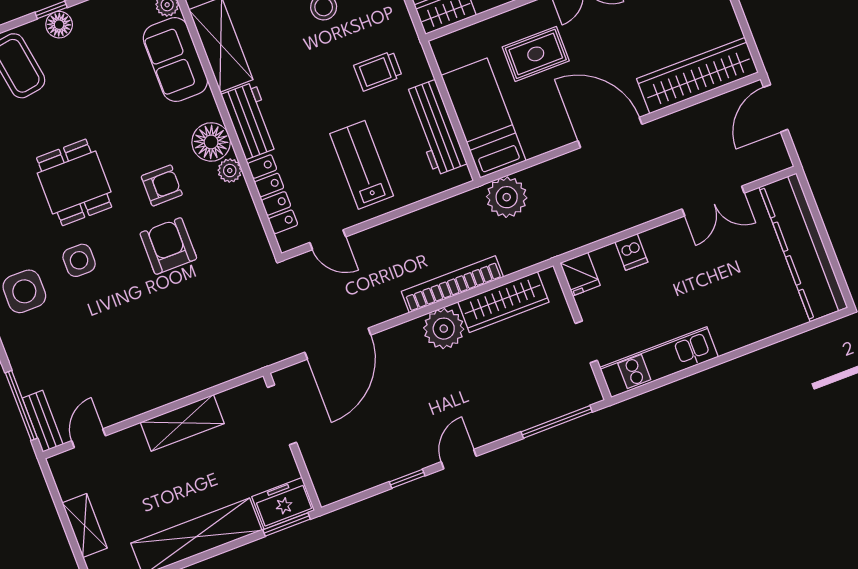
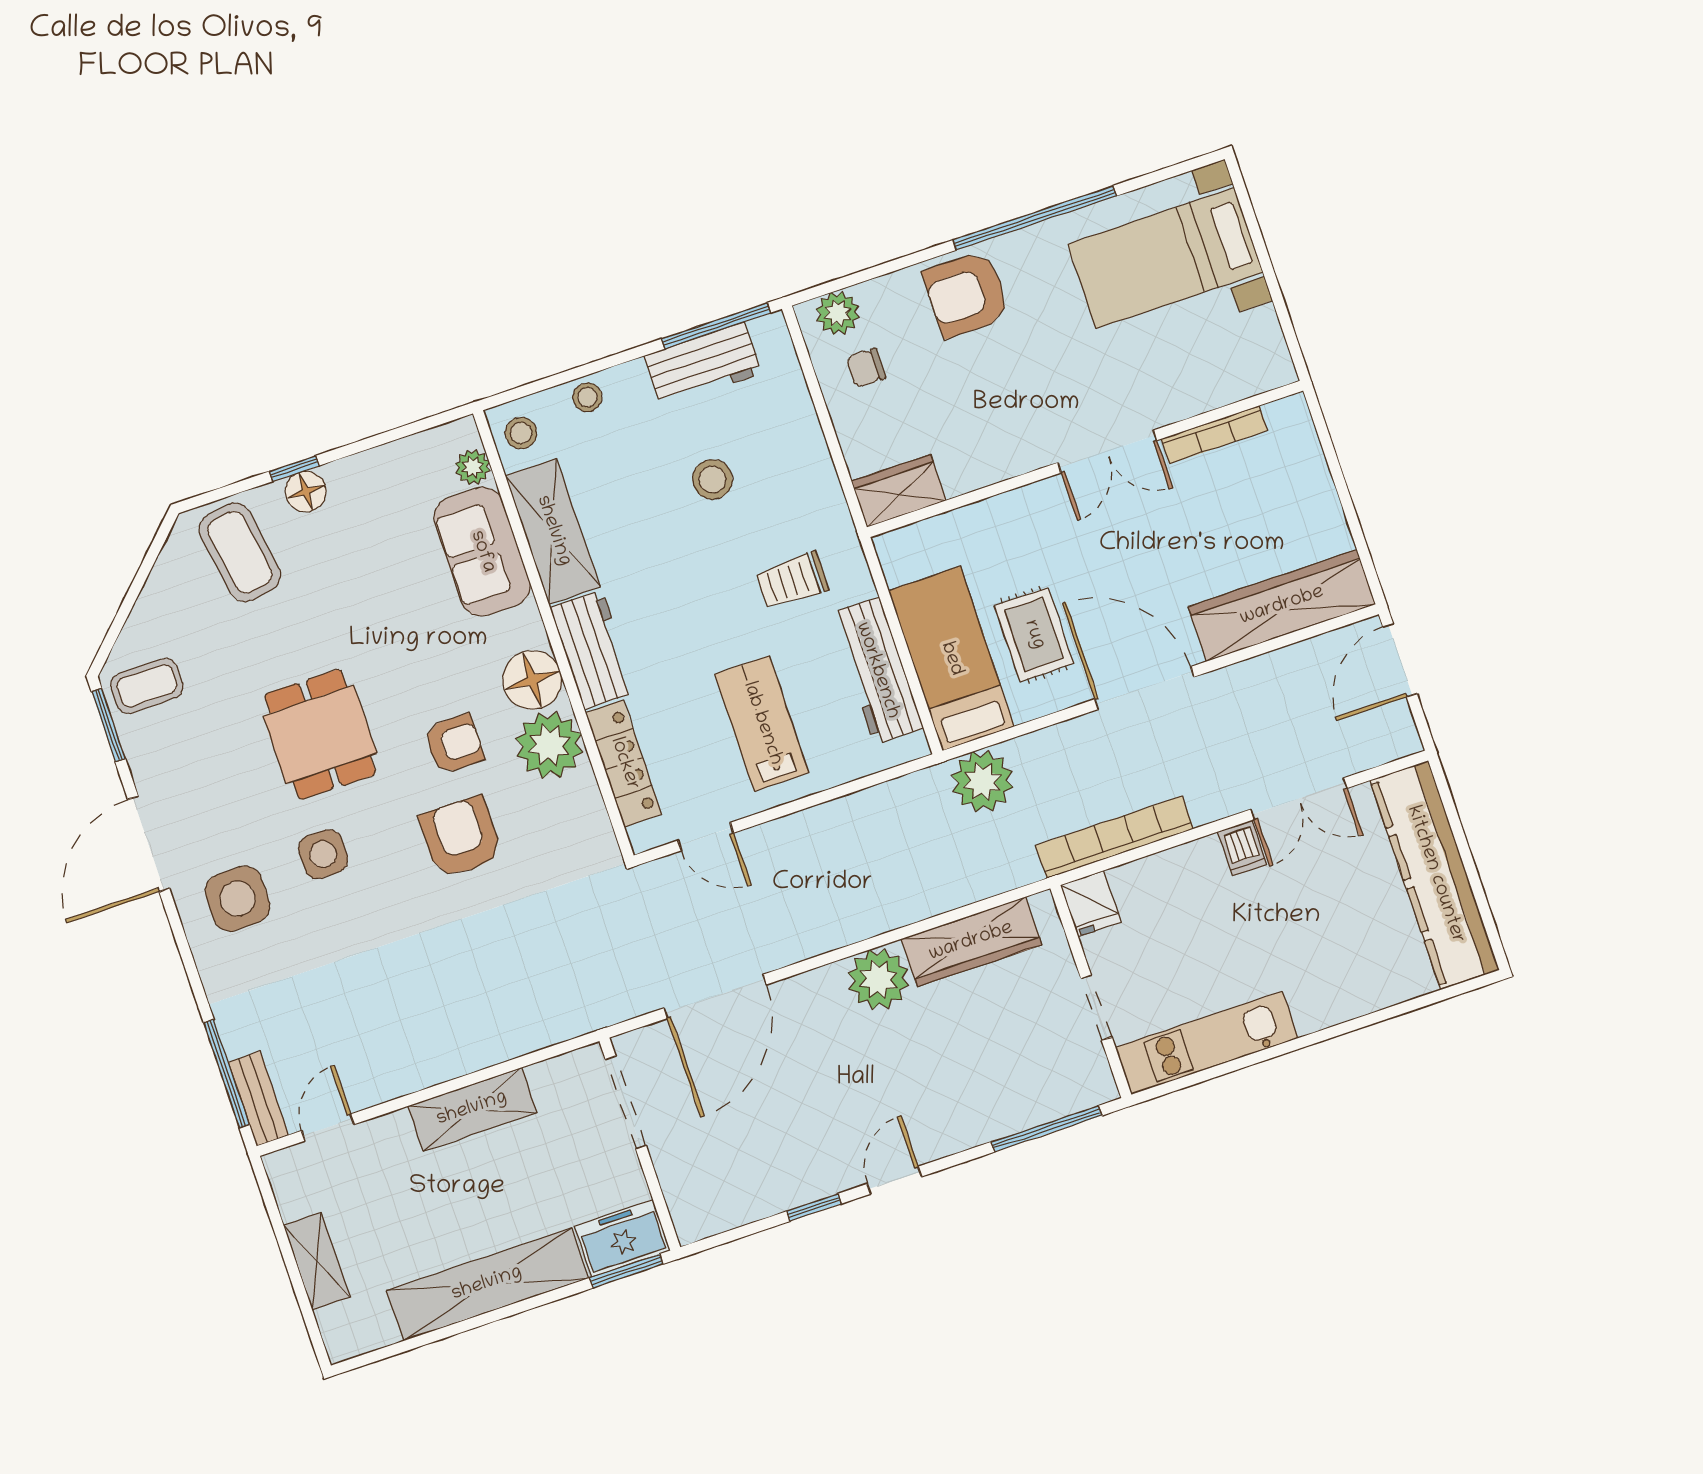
rug: (536, 54) -> (1034, 635), moved, turned 90
plant: (230, 171) -> (549, 745), width x1.87, depth x1.87
dishwasher: (631, 252) -> (1242, 848), moved
bookcase: (452, 284) -> (1115, 837), moved

